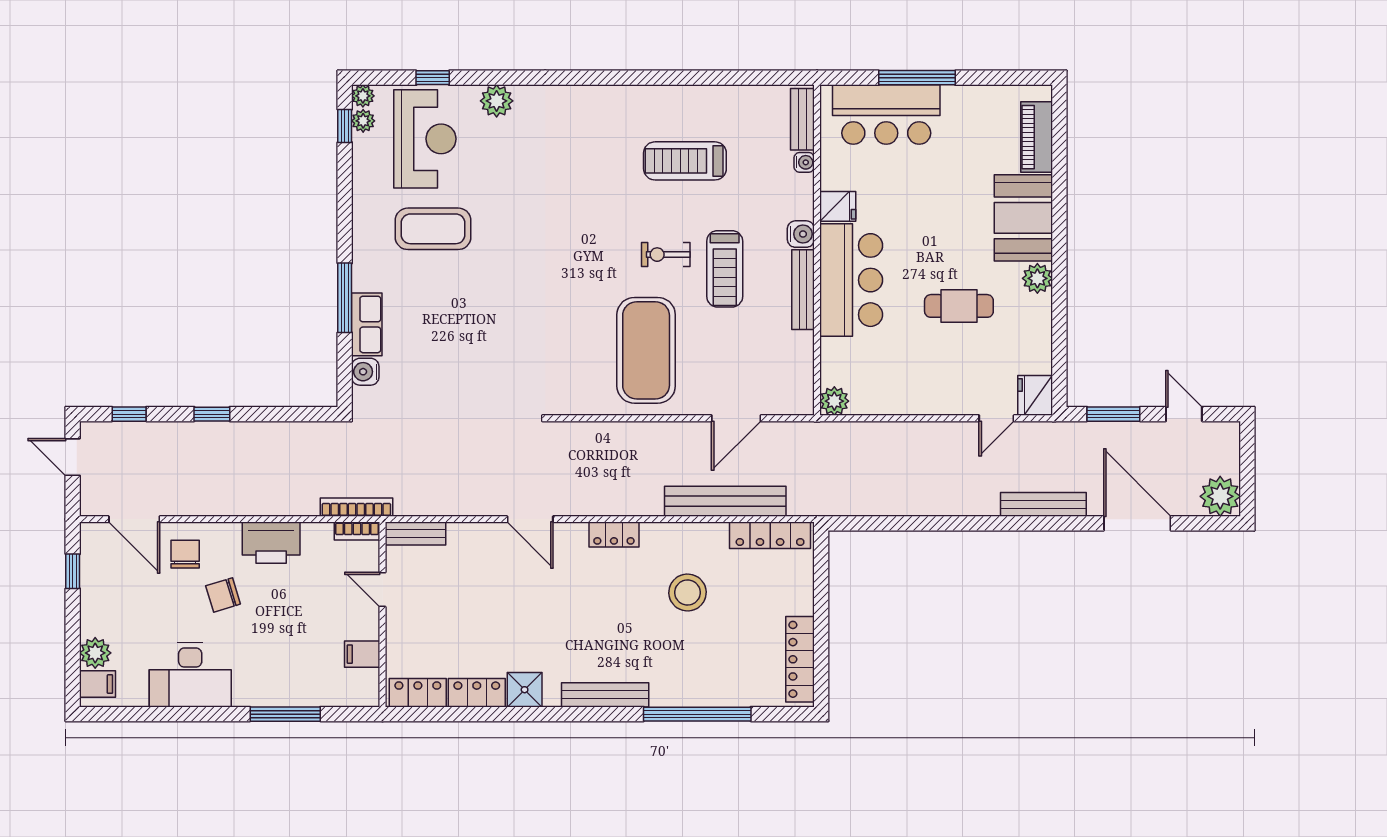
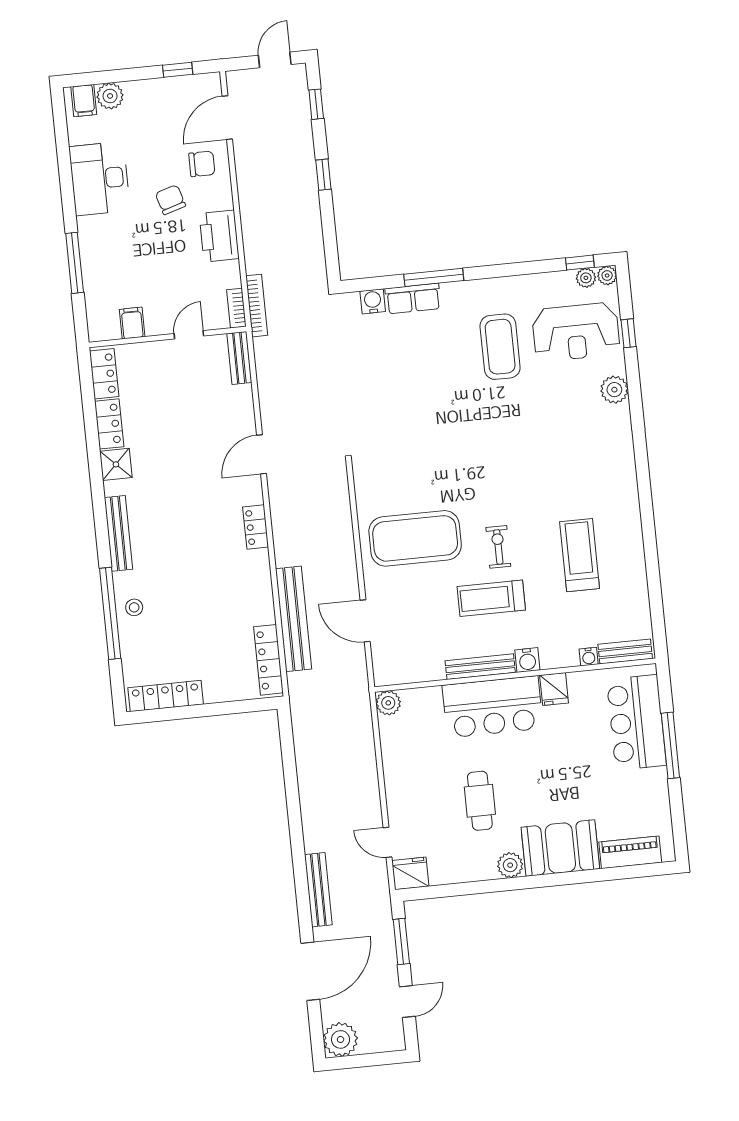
stool: (687, 592) -> (134, 607), moved, width x0.53, depth x0.53

